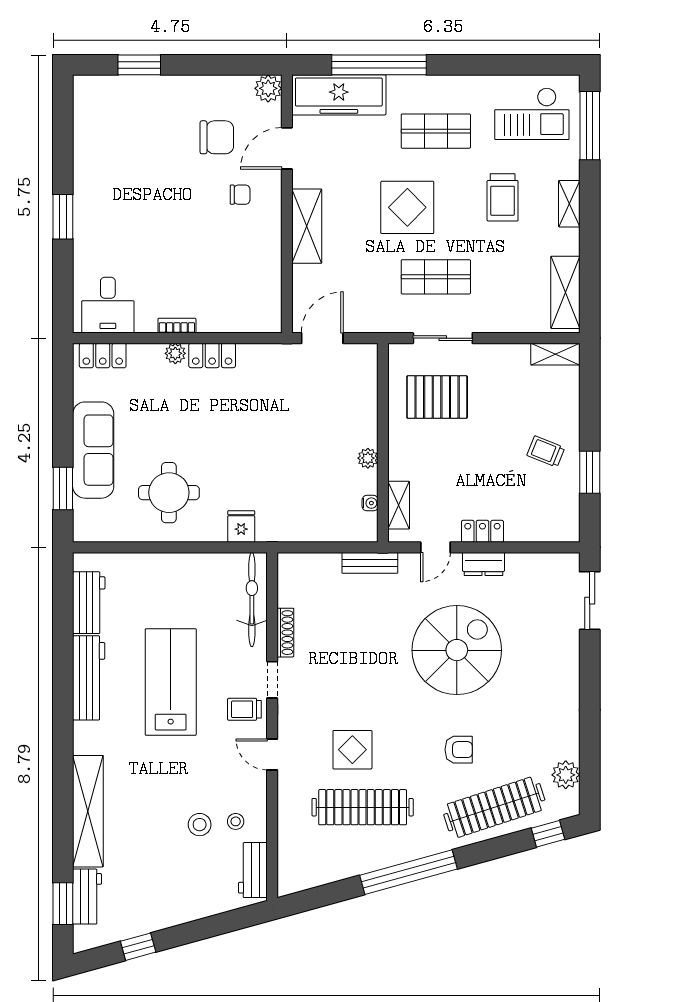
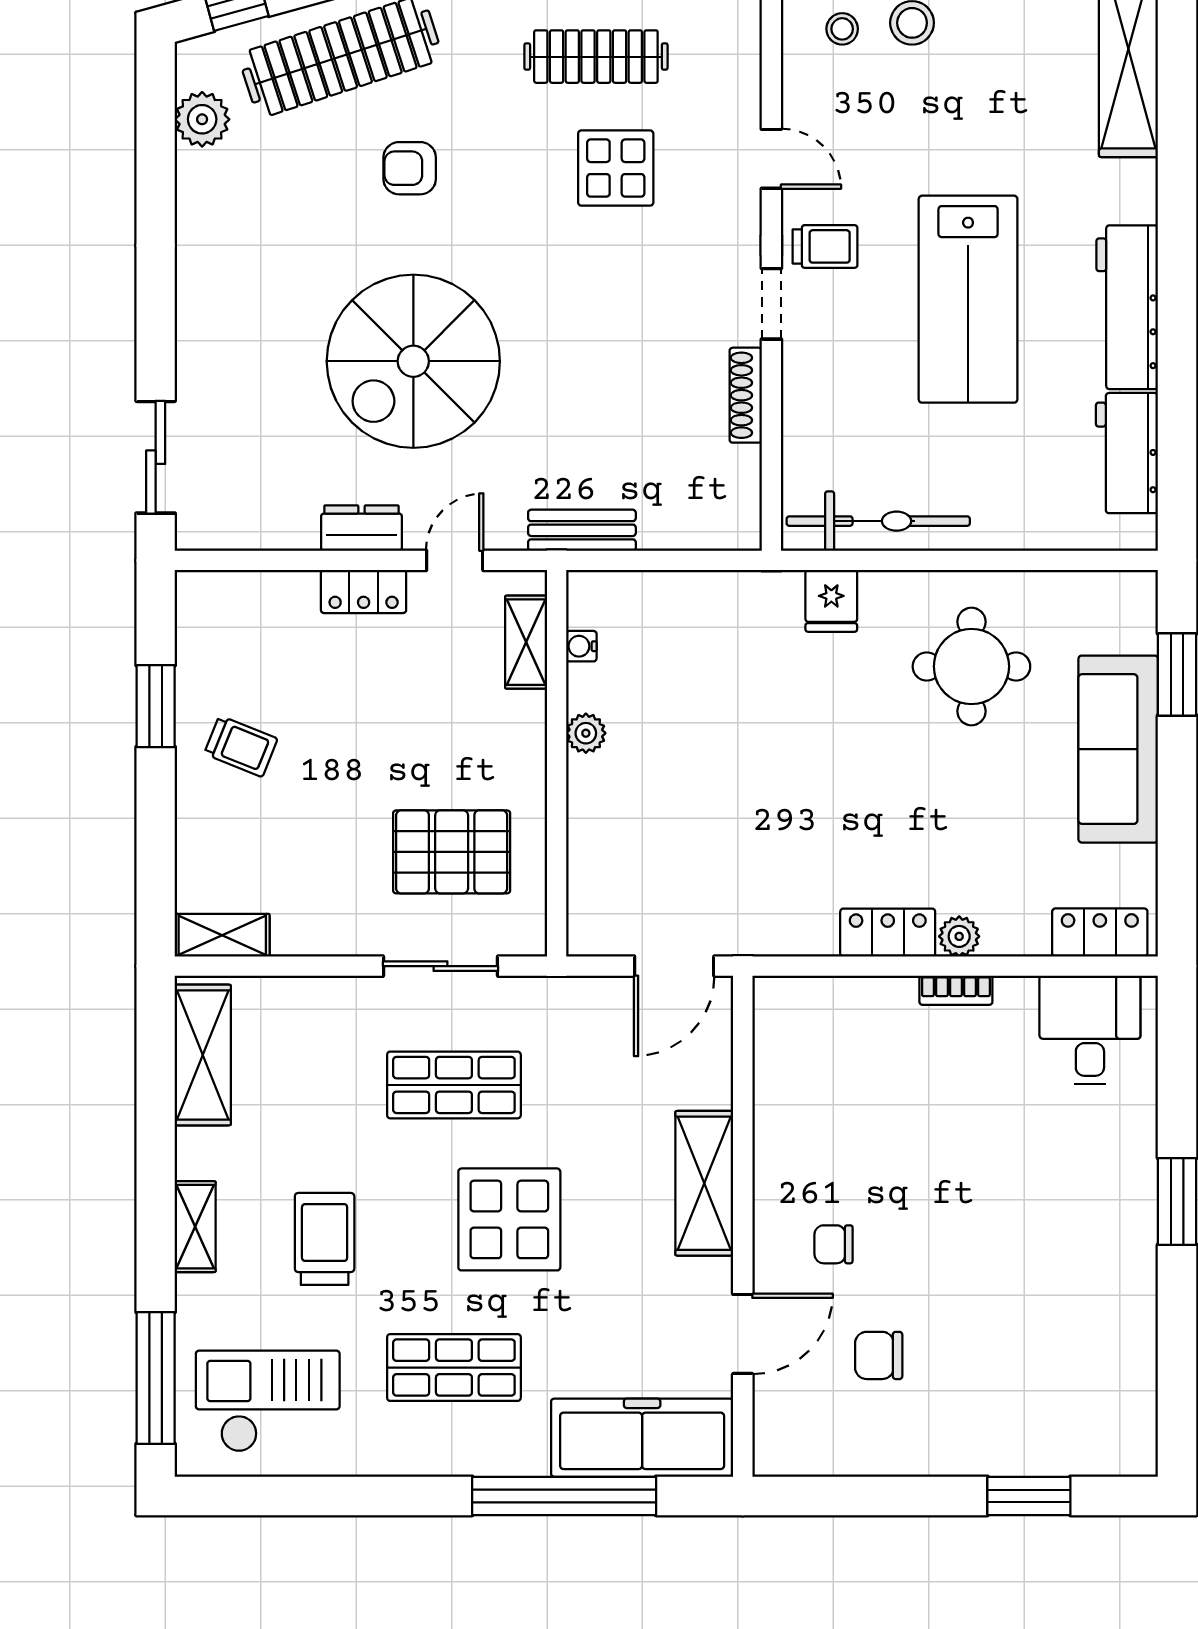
plant: (268, 88) -> (779, 1450), removed
chair: (217, 137) -> (879, 1355), width x0.73, depth x0.73
bicycle: (252, 600) -> (878, 521), moved, turned -90
clothes rail: (363, 807) -> (596, 57), width x0.73, depth x0.76

